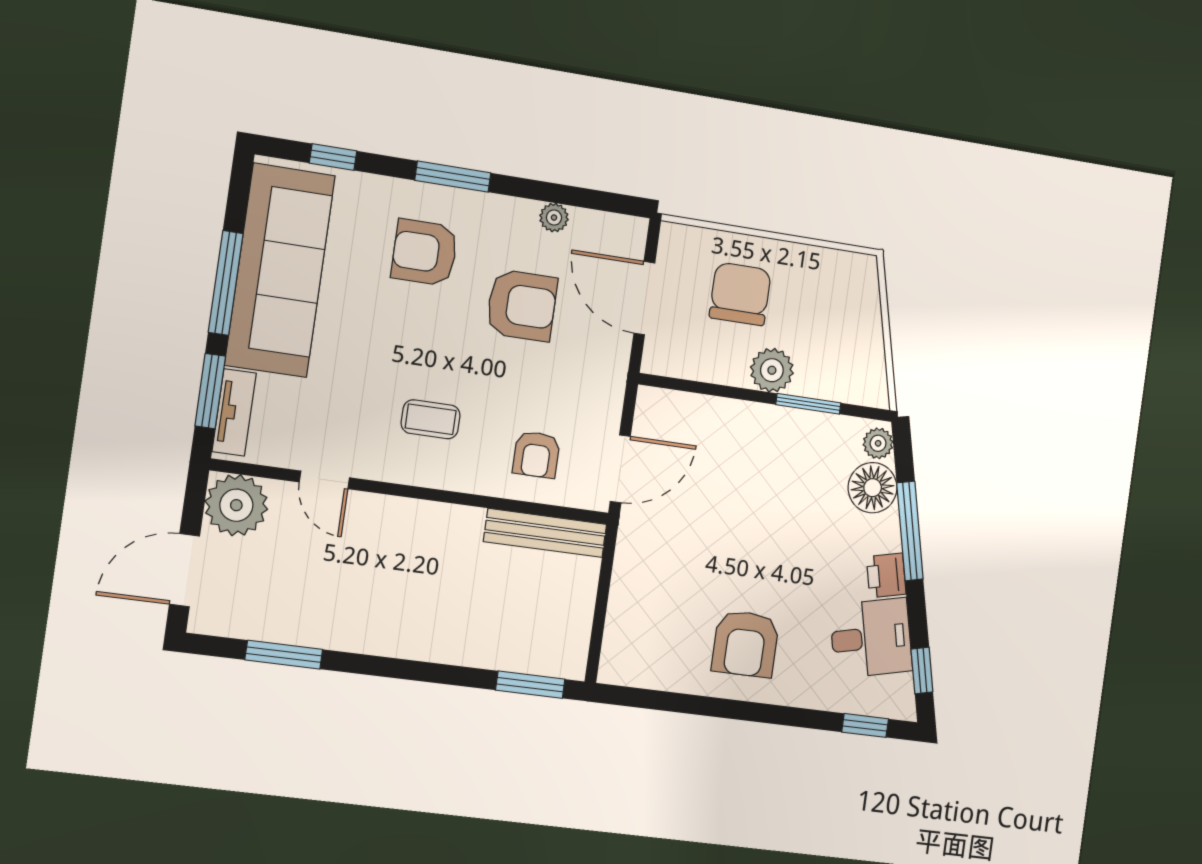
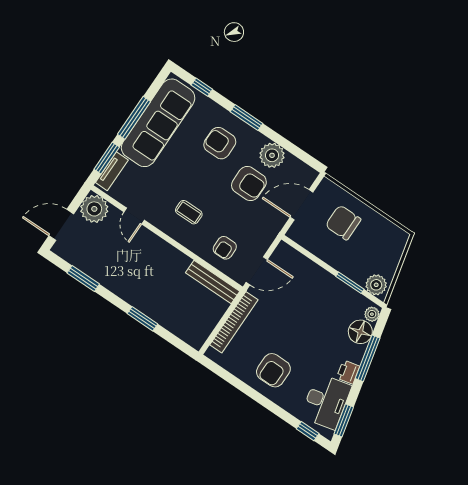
plant: (554, 218) -> (272, 155), width x1.88, depth x1.88
chair: (740, 294) -> (343, 223), turned -90
door: (644, 298) -> (302, 205), hinge flipped
plant: (772, 370) -> (376, 285), moved
bookcase: (625, 591) -> (234, 322), added
desk: (871, 638) -> (326, 401), width x1.37
window: (922, 671) -> (344, 420), width x1.50
window: (530, 685) -> (142, 319), moved

